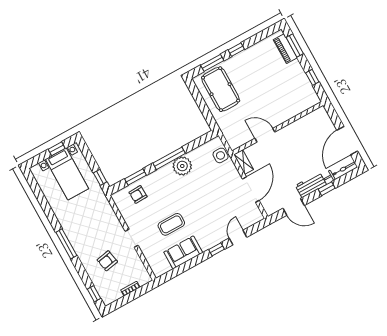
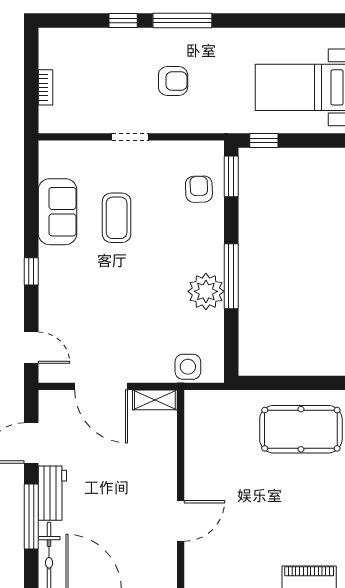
door: (265, 135) -> (181, 521), moved
window: (135, 177) -> (231, 176), moved
window: (327, 189) -> (31, 516), width x2.17
door: (238, 238) -> (31, 348), moved
armchair: (107, 261) -> (173, 81), moved, turned 101
window: (94, 294) -> (123, 20), moved

